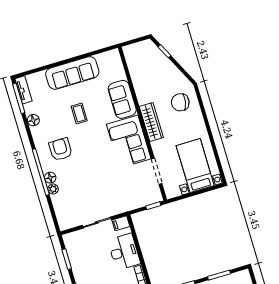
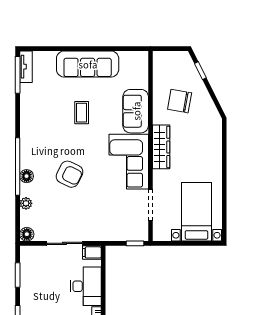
chair: (180, 102) -> (180, 101), moved
floor lamp: (33, 120) -> (27, 234), moved
armchair: (61, 149) -> (70, 174), moved, turned 116
plant: (53, 189) -> (26, 203), moved

